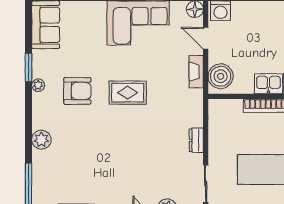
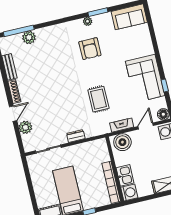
rug: (128, 93) -> (98, 99), moved
plant: (41, 140) -> (29, 37), moved

